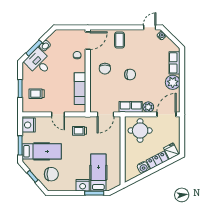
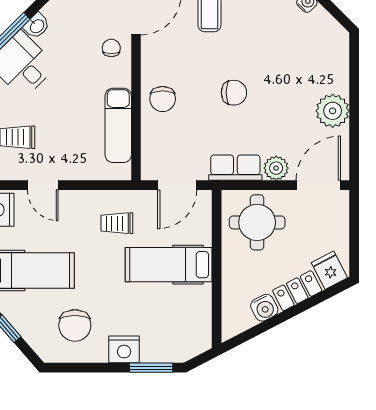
row of seats: (175, 63) -> (337, 66), removed
chair: (105, 69) -> (163, 99), moved
door: (58, 114) -> (43, 185), moved
hospital bed: (98, 172) -> (169, 265), moved, turned -90
chair: (51, 174) -> (75, 325), moved, turned 90

